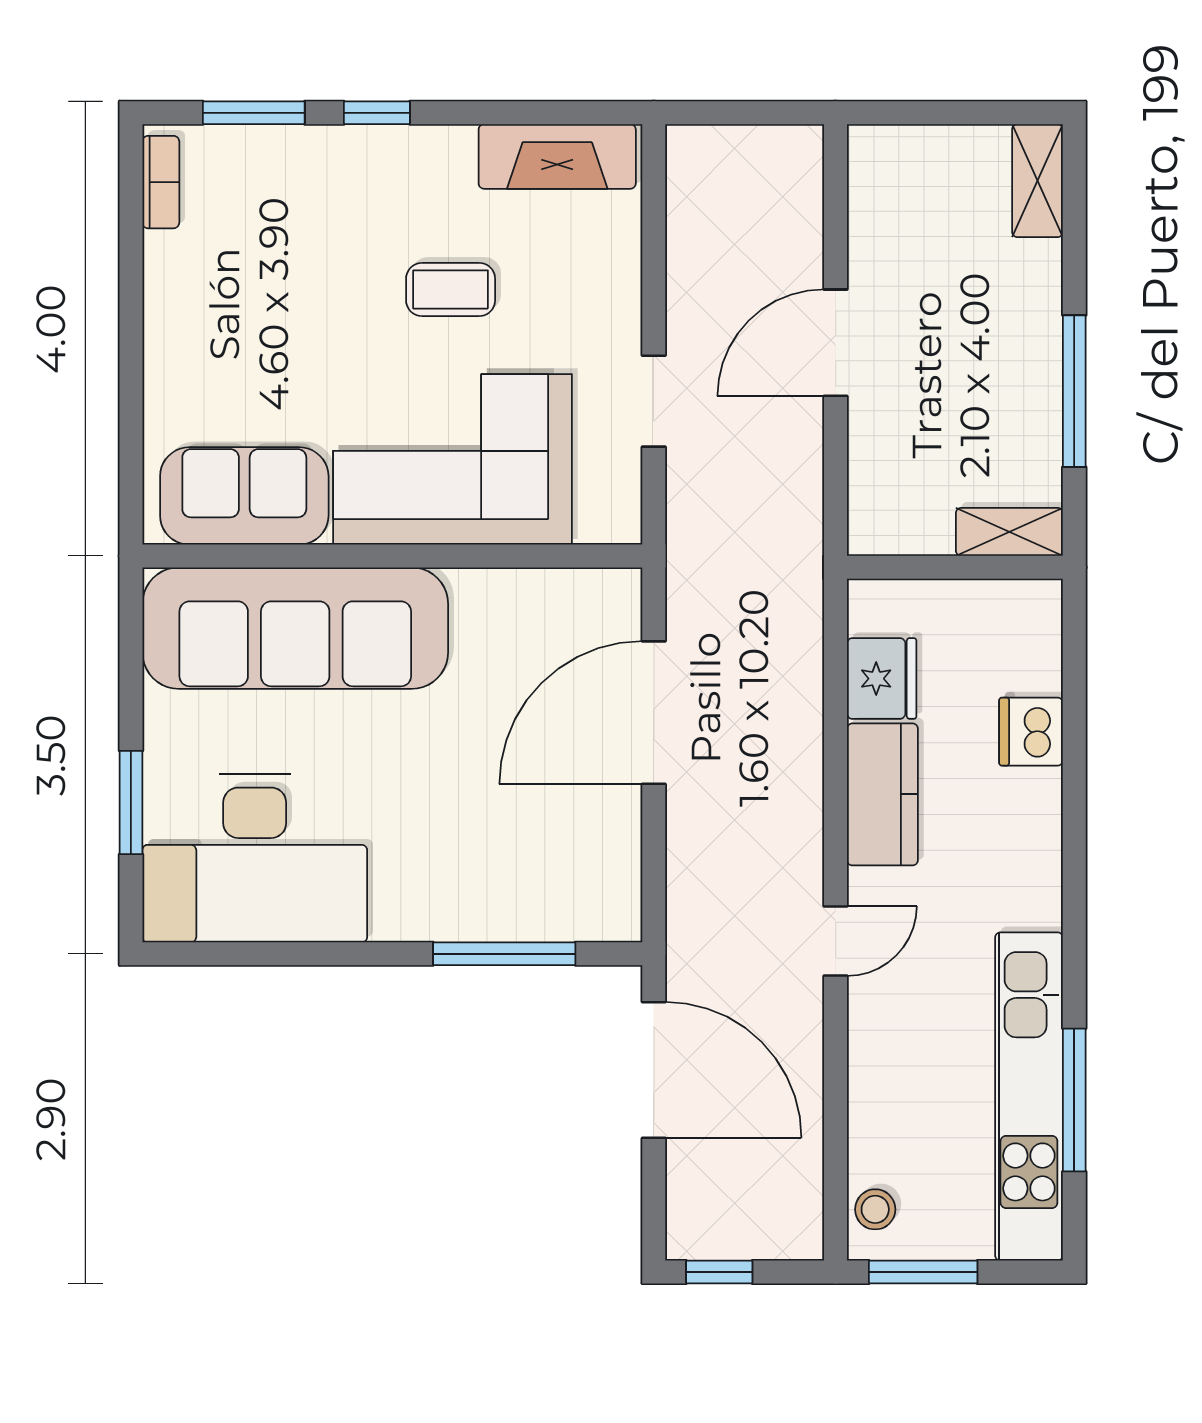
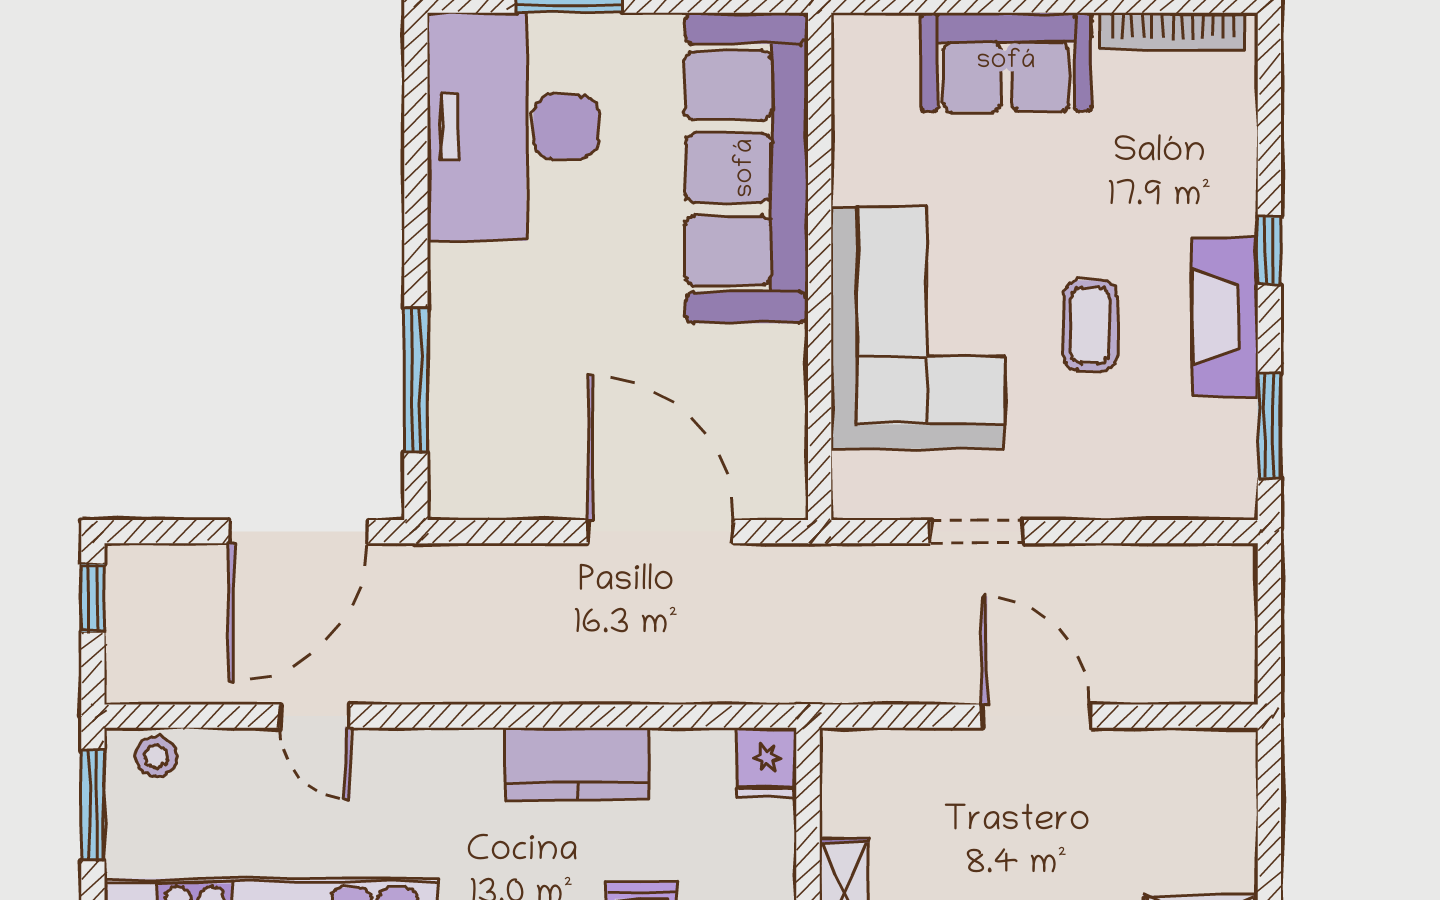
window: (254, 113) -> (1269, 426), moved
fireplace: (557, 156) -> (1225, 317), moved
bookcase: (161, 182) -> (1173, 31), width x1.56
sofa: (244, 496) -> (1006, 62), moved, turned 90
fridge: (882, 679) -> (767, 763), moved, width x0.72
door: (836, 941) -> (315, 716), moved

